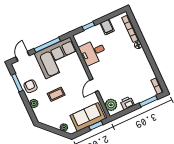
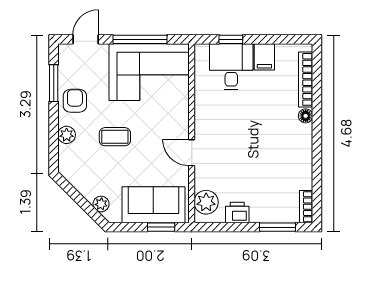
desk: (93, 52) -> (231, 67), moved, turned 90
door: (94, 85) -> (192, 153), hinge flipped

